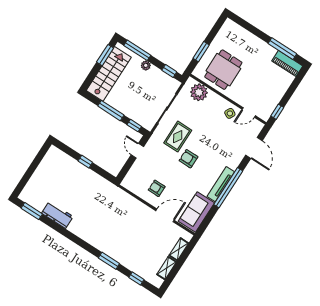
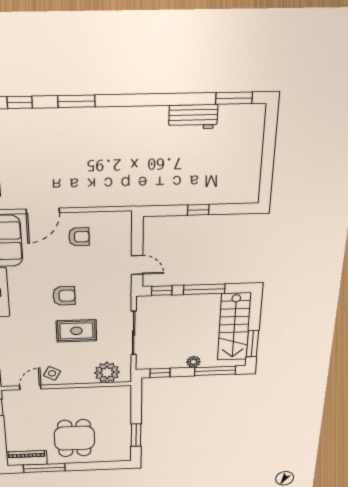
window: (201, 52) -> (136, 435), moved
dining table: (223, 70) -> (74, 438), moved
rug: (178, 137) -> (76, 331), moved, turned 90

